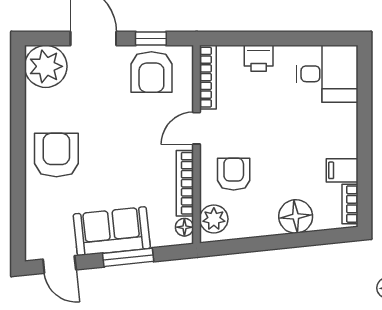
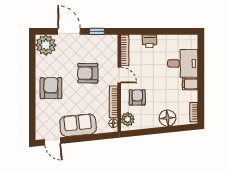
armchair: (151, 72) -> (88, 73), moved, turned 90
desk: (327, 74) -> (183, 63), moved
door: (197, 128) -> (119, 75), swing flipped
filing cabinet: (342, 170) -> (190, 84), moved
window: (128, 257) -> (86, 138), removed

